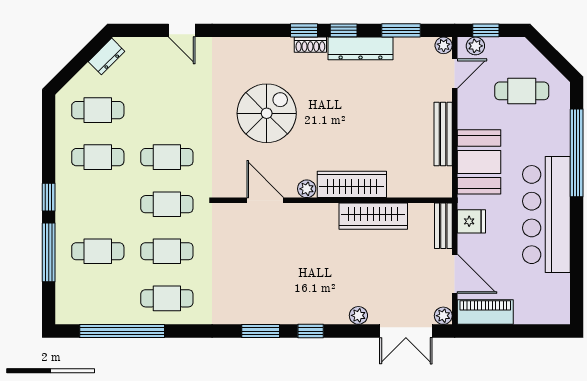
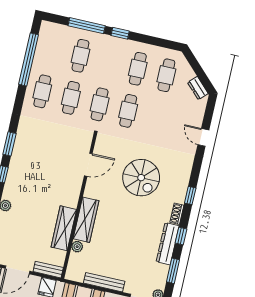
door: (182, 30) -> (203, 137), hinge flipped
window: (304, 30) -> (190, 196), moved
plant: (307, 189) -> (77, 247), moved

